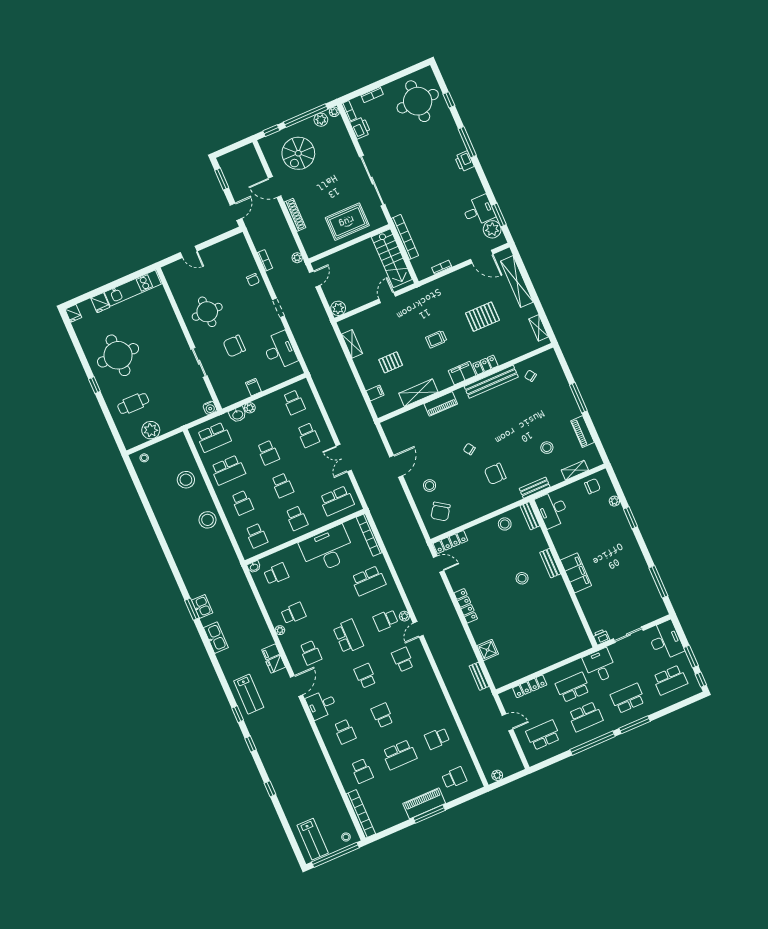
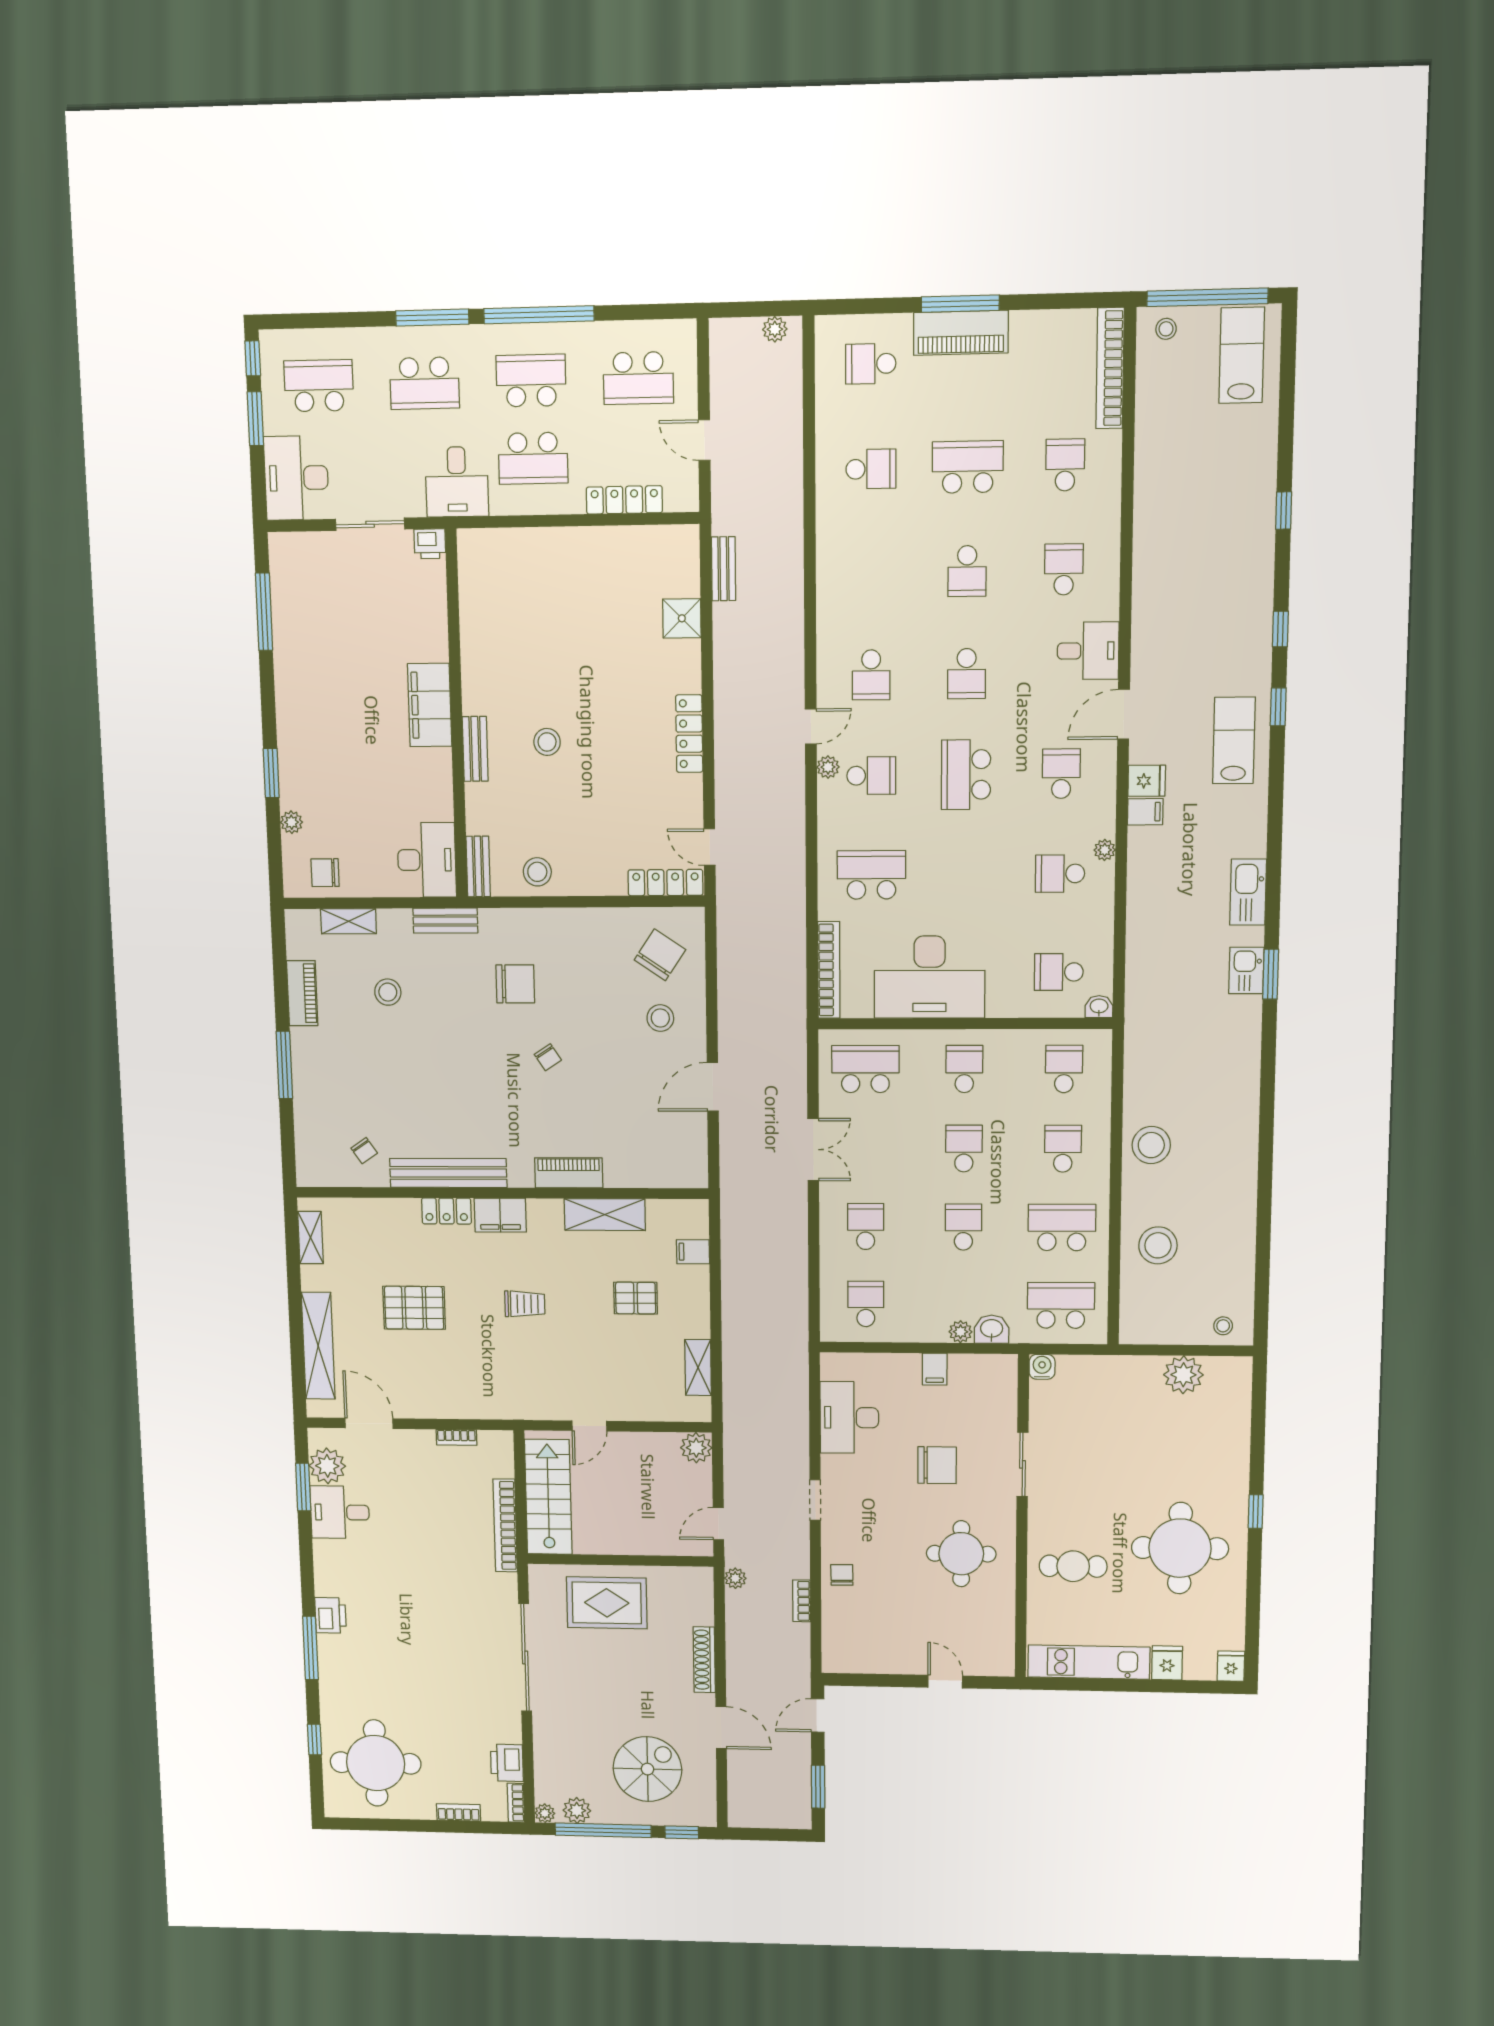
cafe table: (133, 403) -> (1073, 1566), moved

